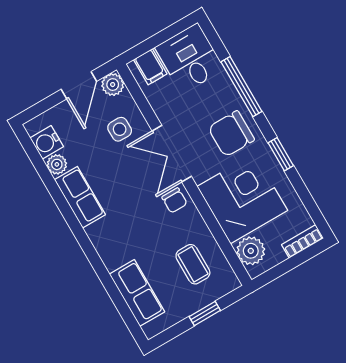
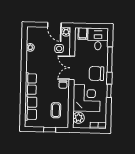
door: (79, 85) -> (54, 25), hinge flipped
water cooler: (47, 142) -> (31, 38), removed
row of seats: (80, 197) -> (31, 84), moved

